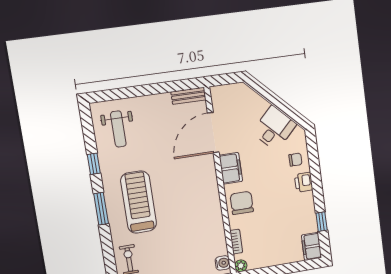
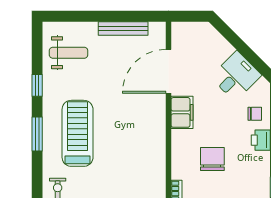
bench: (189, 96) -> (123, 28), moved, width x1.36
weight bench: (118, 129) -> (69, 53), turned -90
chair: (242, 203) -> (212, 159), moved

